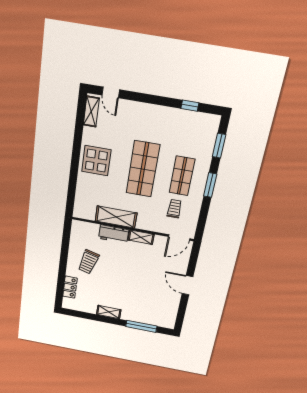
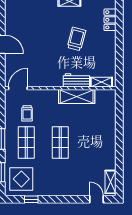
display table: (96, 161) -> (21, 179), moved
shop shelf: (143, 169) -> (60, 143), width x0.70, depth x0.74
shelving: (141, 237) -> (101, 82), moved
trolley: (88, 262) -> (76, 39), moved

